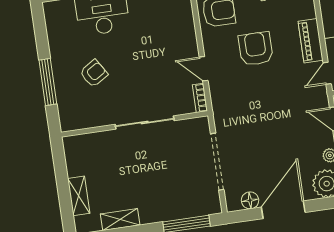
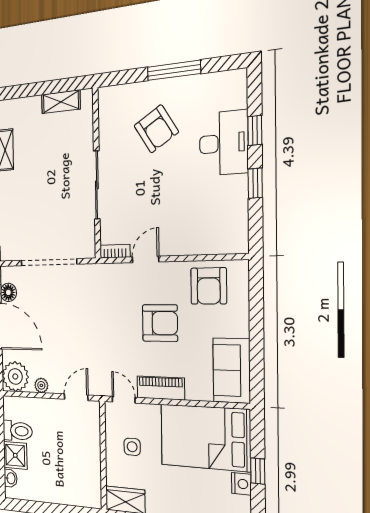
armchair: (94, 73) -> (156, 129), width x1.38, depth x1.38
window: (48, 82) -> (174, 70), moved
shelving: (79, 196) -> (61, 102), moved

